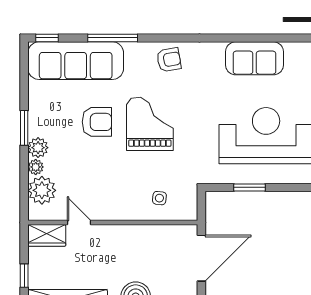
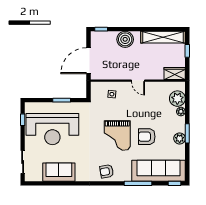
plant: (38, 148) -> (180, 138), moved
door: (79, 223) -> (138, 81), moved

